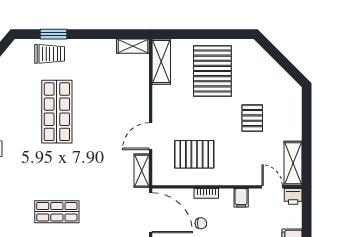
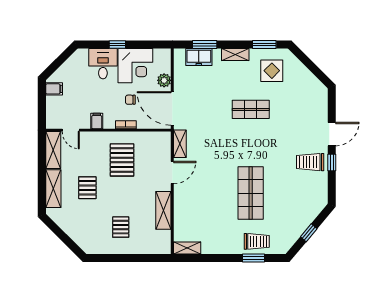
trolley: (50, 54) -> (257, 241), turned 180
shelving: (161, 62) -> (163, 210), moved
pallet: (212, 71) -> (121, 227), width x0.49, depth x0.50
shelving: (293, 117) -> (53, 189), added
pallet: (194, 154) -> (122, 160), moved, turned 90
printer: (293, 196) -> (53, 122), removed

